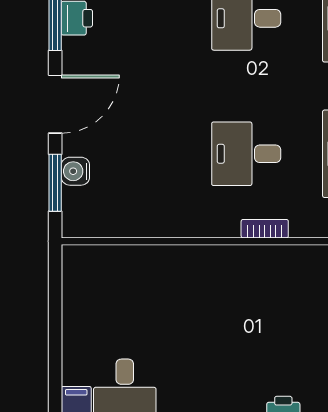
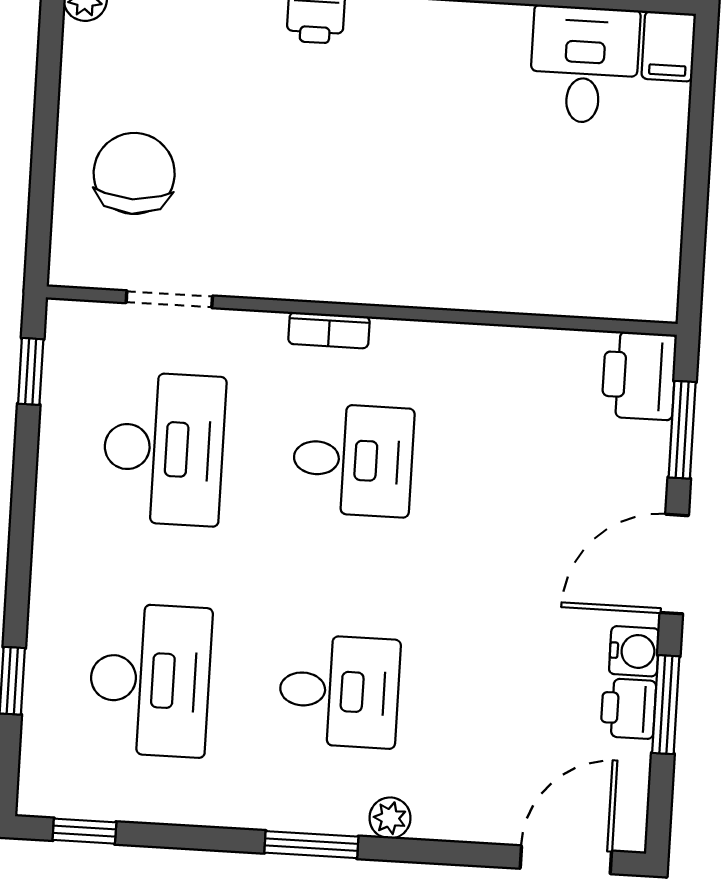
water cooler: (75, 171) -> (634, 651), moved
printer: (82, 213) -> (639, 376), added

